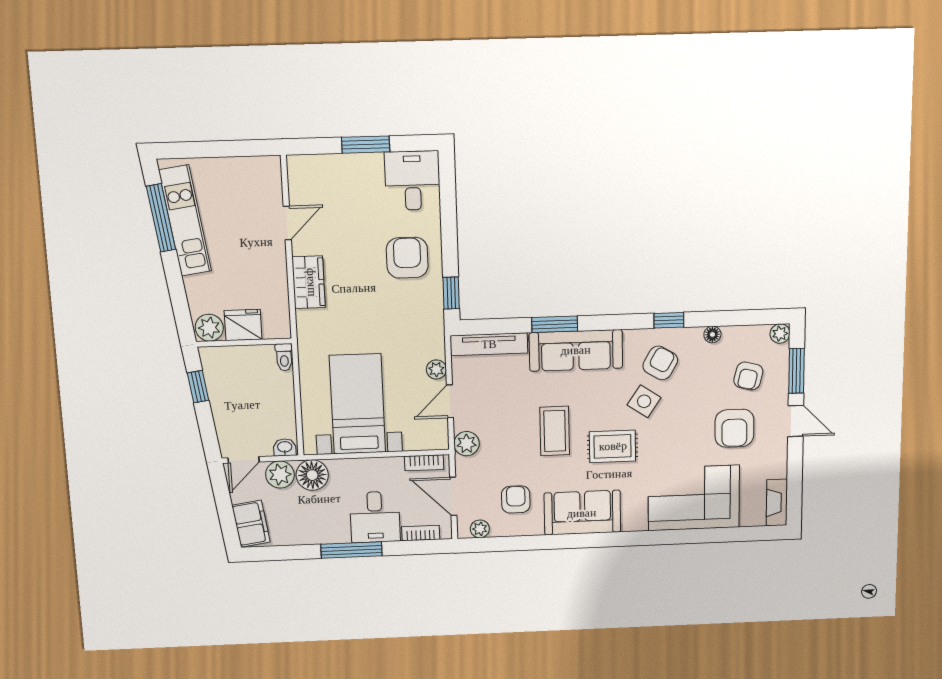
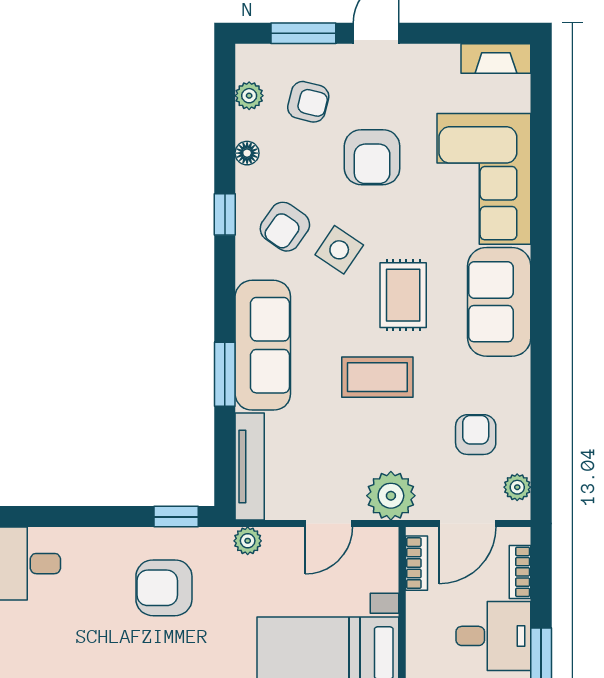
armchair: (407, 258) -> (164, 588), moved
plant: (780, 334) -> (249, 96), moved
armchair: (660, 363) -> (285, 227), turned -85
plant: (436, 369) -> (248, 541), moved
door: (450, 401) -> (329, 523), hinge flipped
armchair: (734, 428) -> (372, 157), moved, turned 90
plant: (467, 444) -> (391, 496), width x1.36, depth x1.36
armchair: (516, 499) -> (476, 435), turned 90
sofa: (582, 513) -> (499, 302), moved

